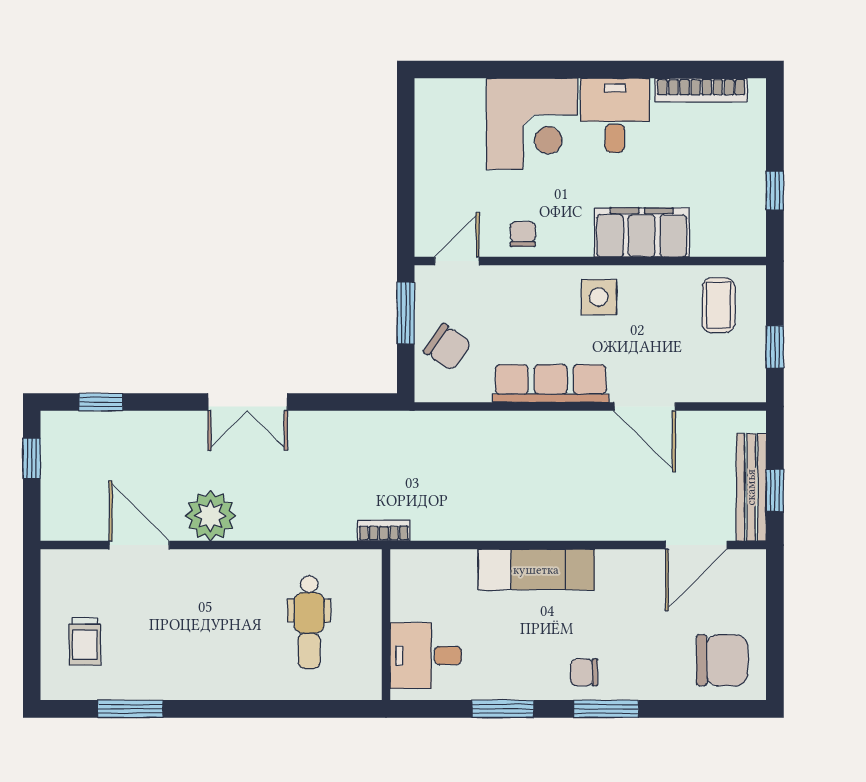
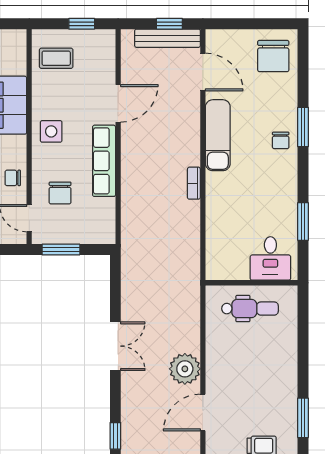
chair: (448, 347) -> (60, 193), moved, turned 145
bookcase: (384, 530) -> (194, 183), moved
exam couch: (536, 570) -> (218, 135), moved
wall: (386, 625) -> (252, 283), moved
desk: (426, 656) -> (270, 258), moved
chair: (722, 660) -> (273, 56), turned 180
window: (503, 709) -> (303, 221), moved

